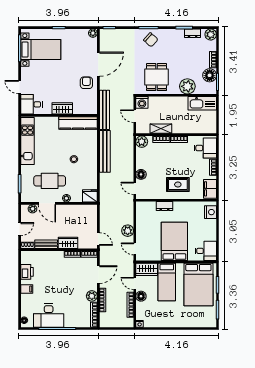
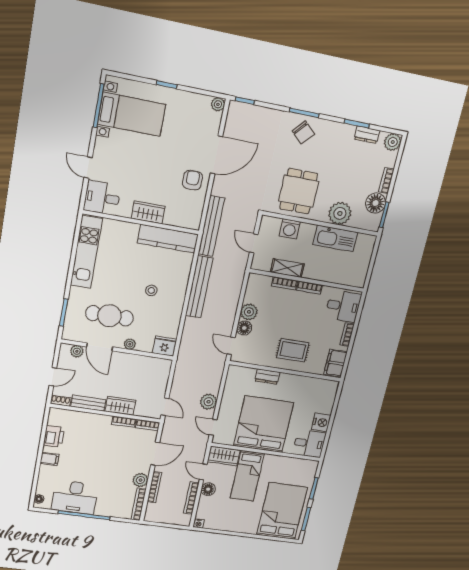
washing machine: (142, 102) -> (290, 229), moved
kitchen sink: (202, 103) -> (335, 238), moved
plant: (142, 142) -> (249, 312), moved
nightstand: (210, 212) -> (321, 422), moved
bed: (174, 241) -> (264, 424), width x1.36
bed: (198, 284) -> (282, 511), moved, turned 180

